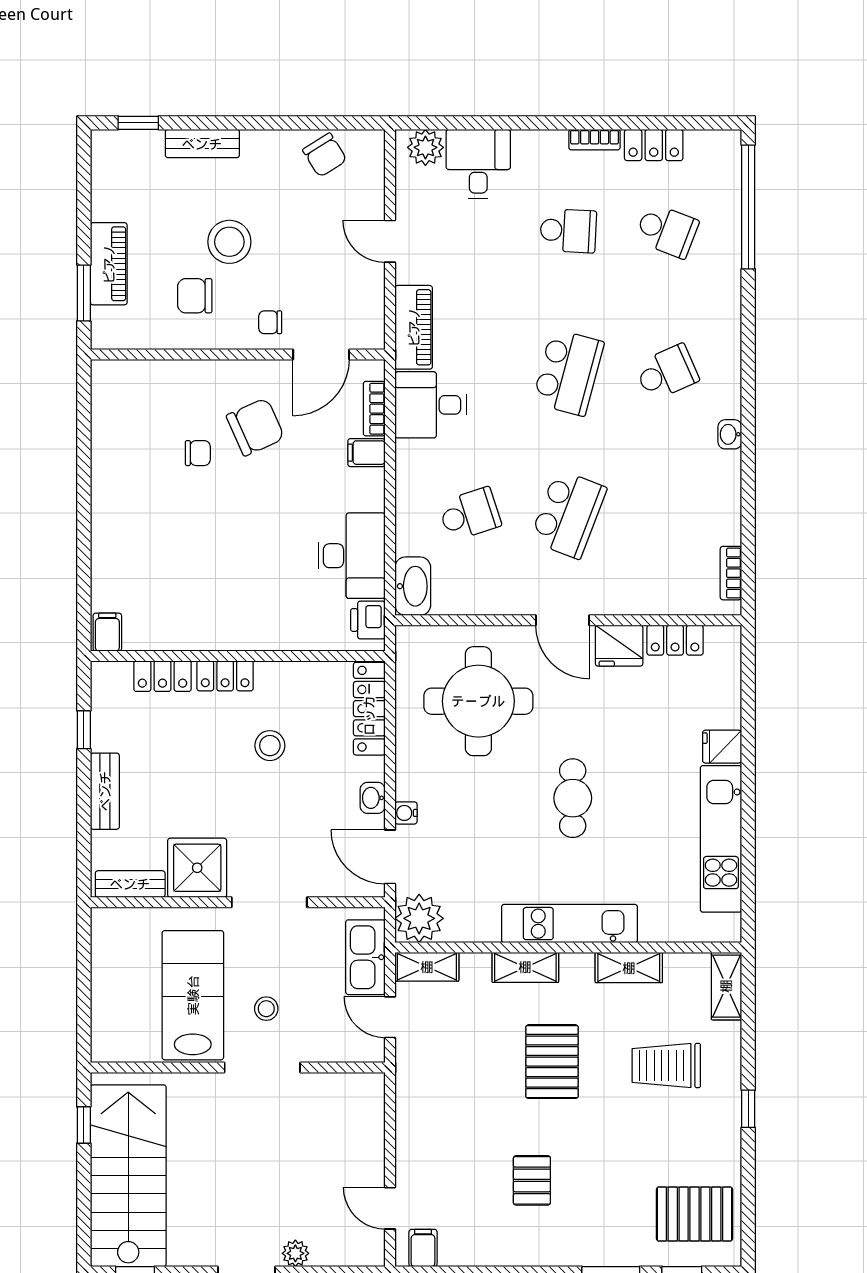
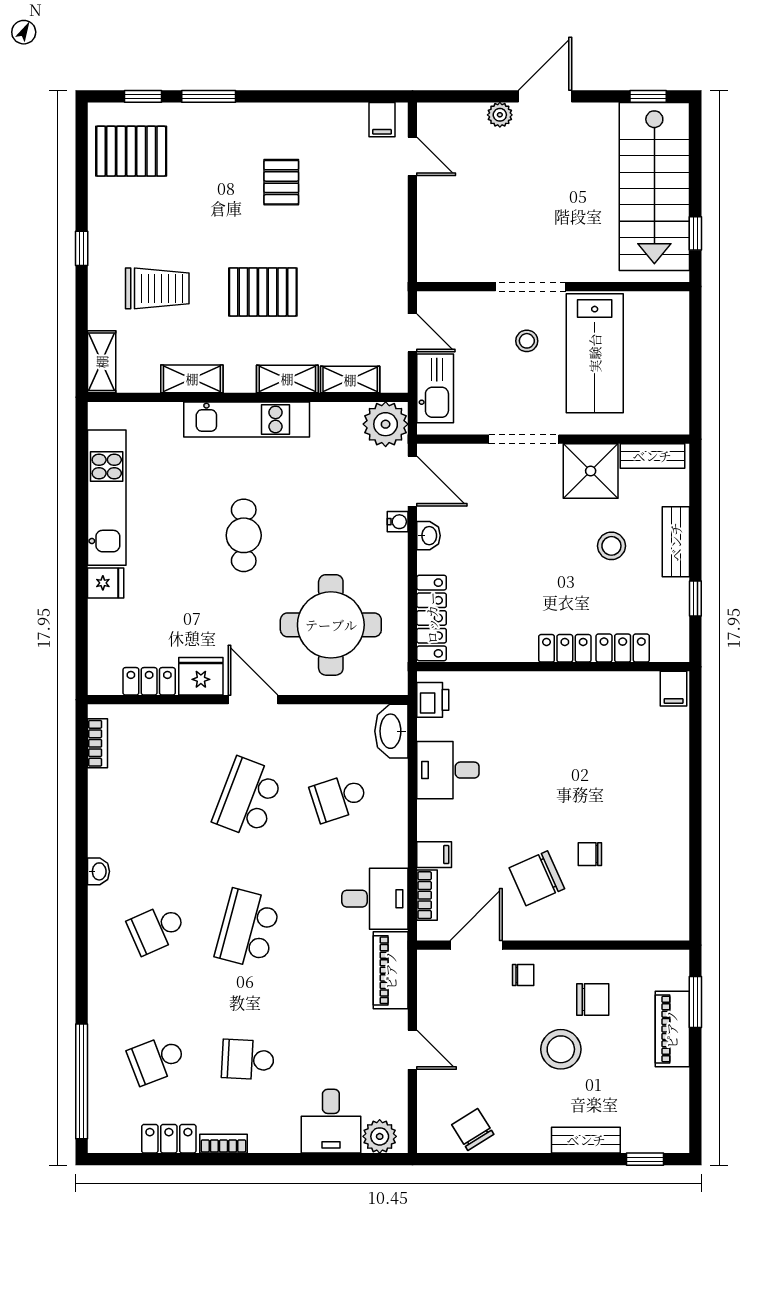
school desk: (667, 231) -> (157, 1060), turned -42
desk: (352, 556) -> (448, 770), width x0.73
stool: (270, 746) -> (611, 546), moved
shelving: (427, 967) -> (350, 380), moved
pallet: (552, 1062) -> (263, 292), turned 90

